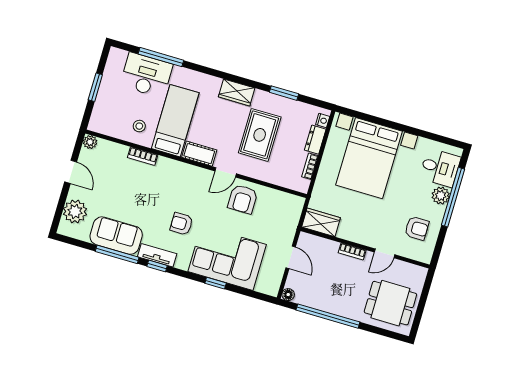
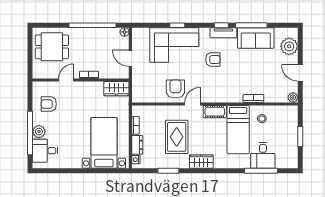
desk: (146, 75) -> (263, 155), width x0.73
bed with nightstands: (369, 158) -> (104, 143), width x0.73

